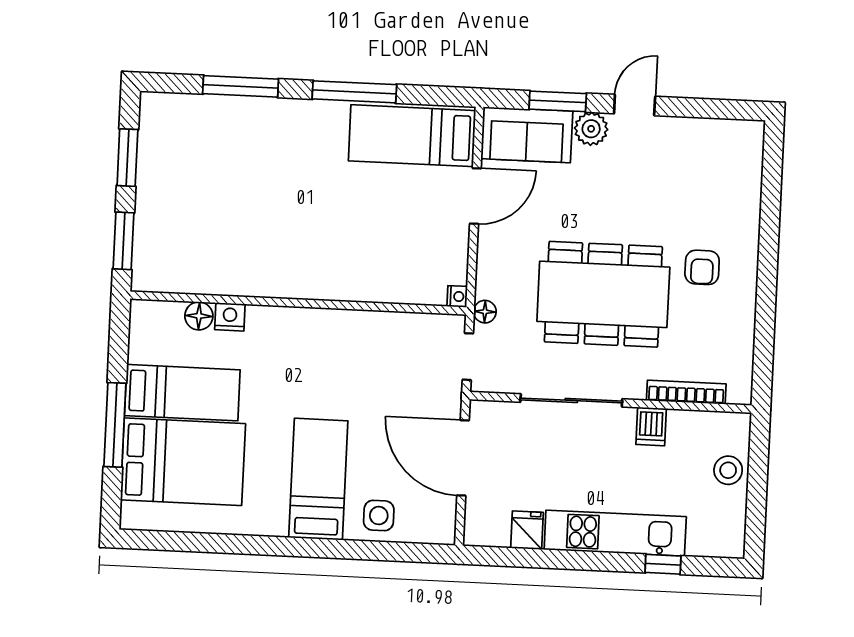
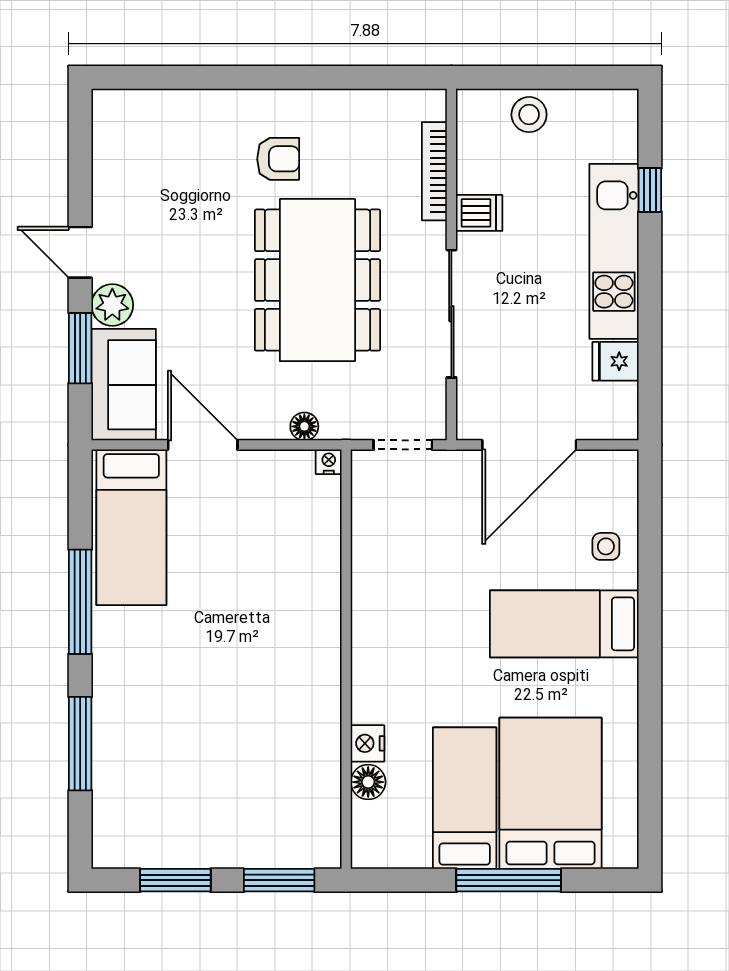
floor lamp: (485, 312) -> (304, 426), moved
side table: (379, 516) -> (606, 546), width x0.73, depth x0.73

